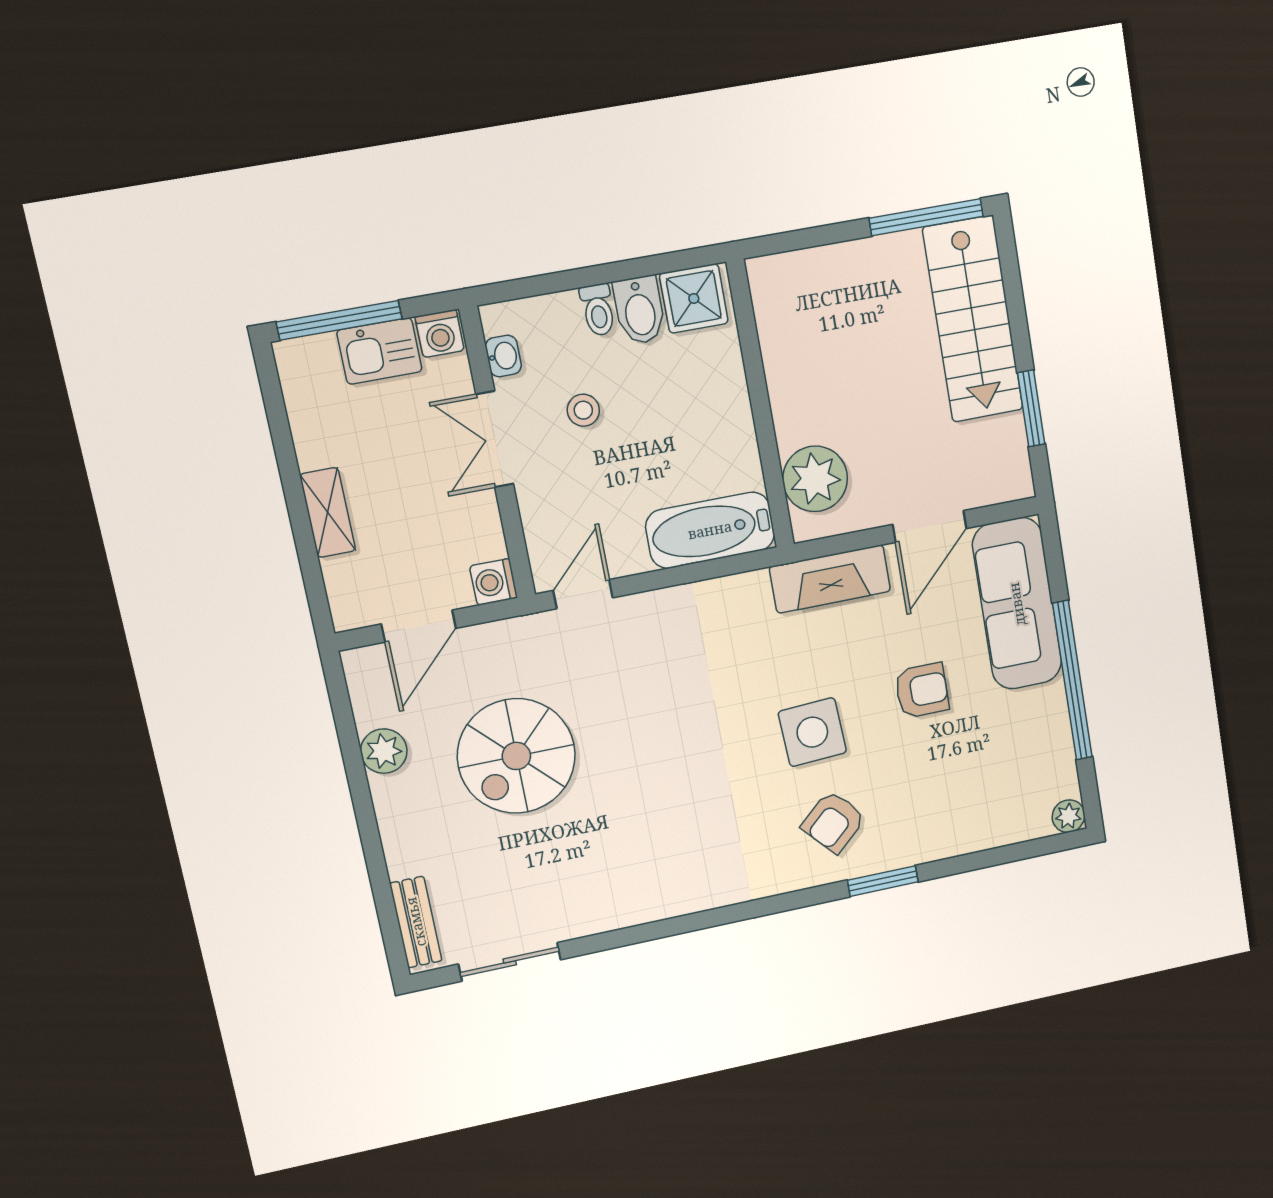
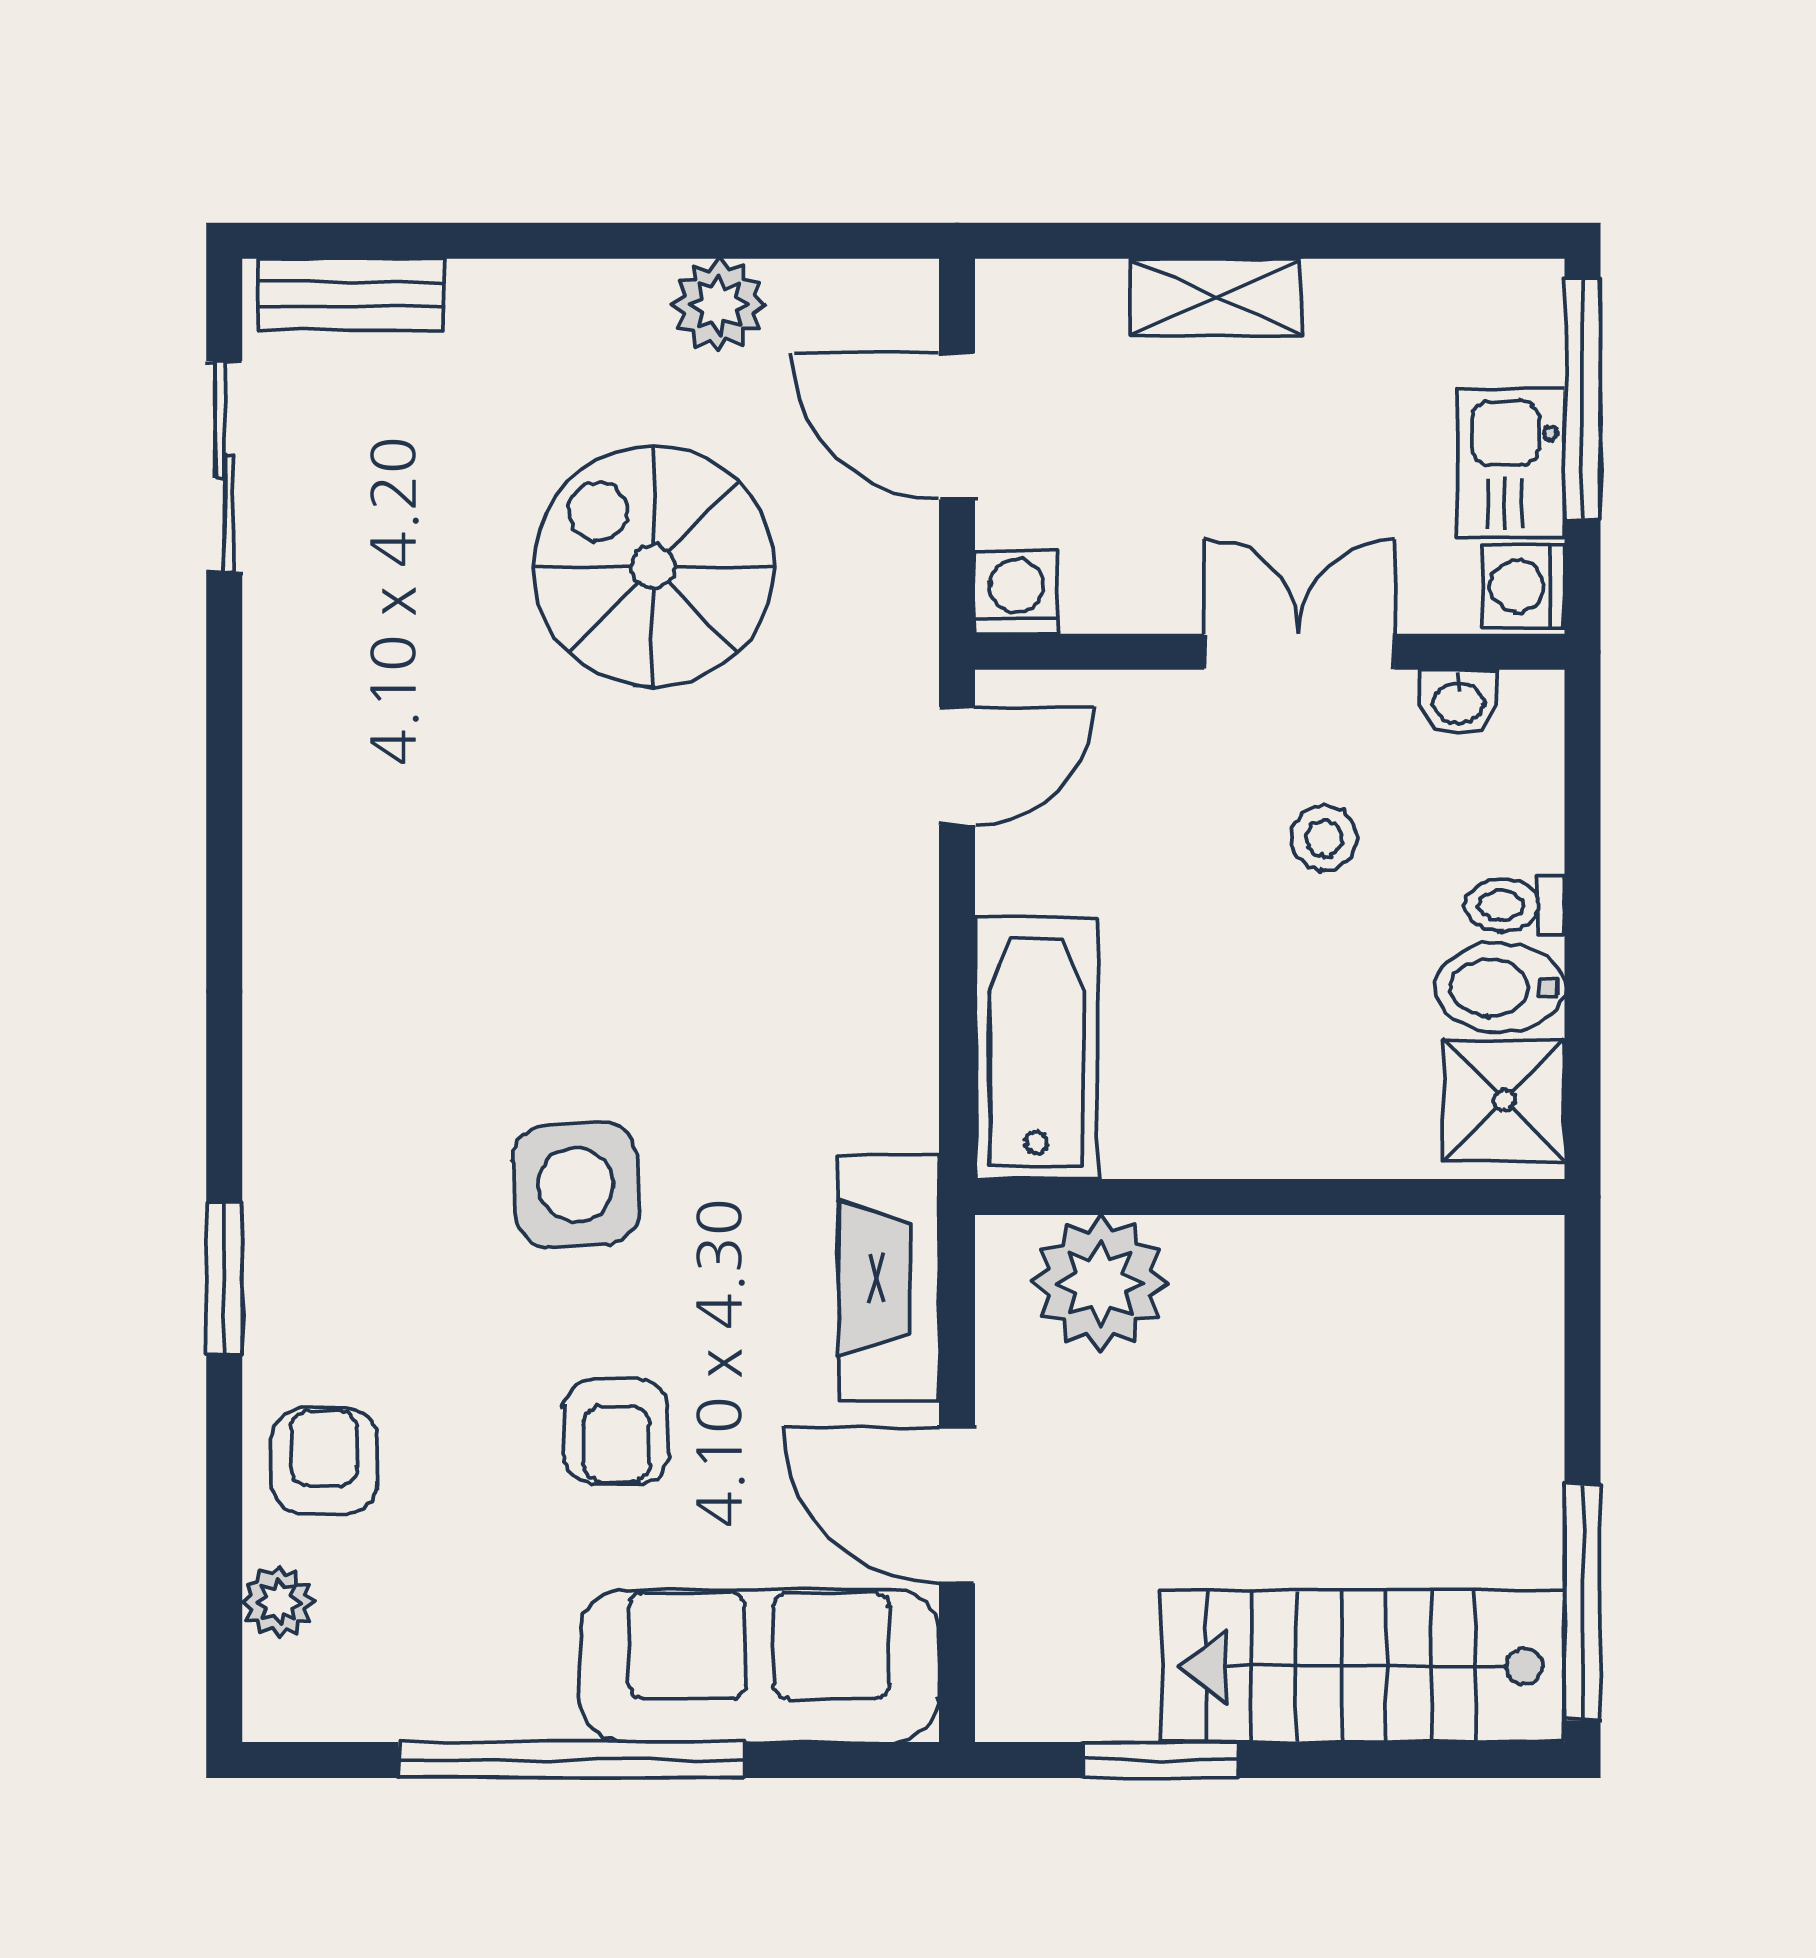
door: (583, 594) -> (957, 766), hinge flipped
plant: (1068, 816) -> (278, 1602), moved
armchair: (833, 822) -> (324, 1461), moved, turned 42

